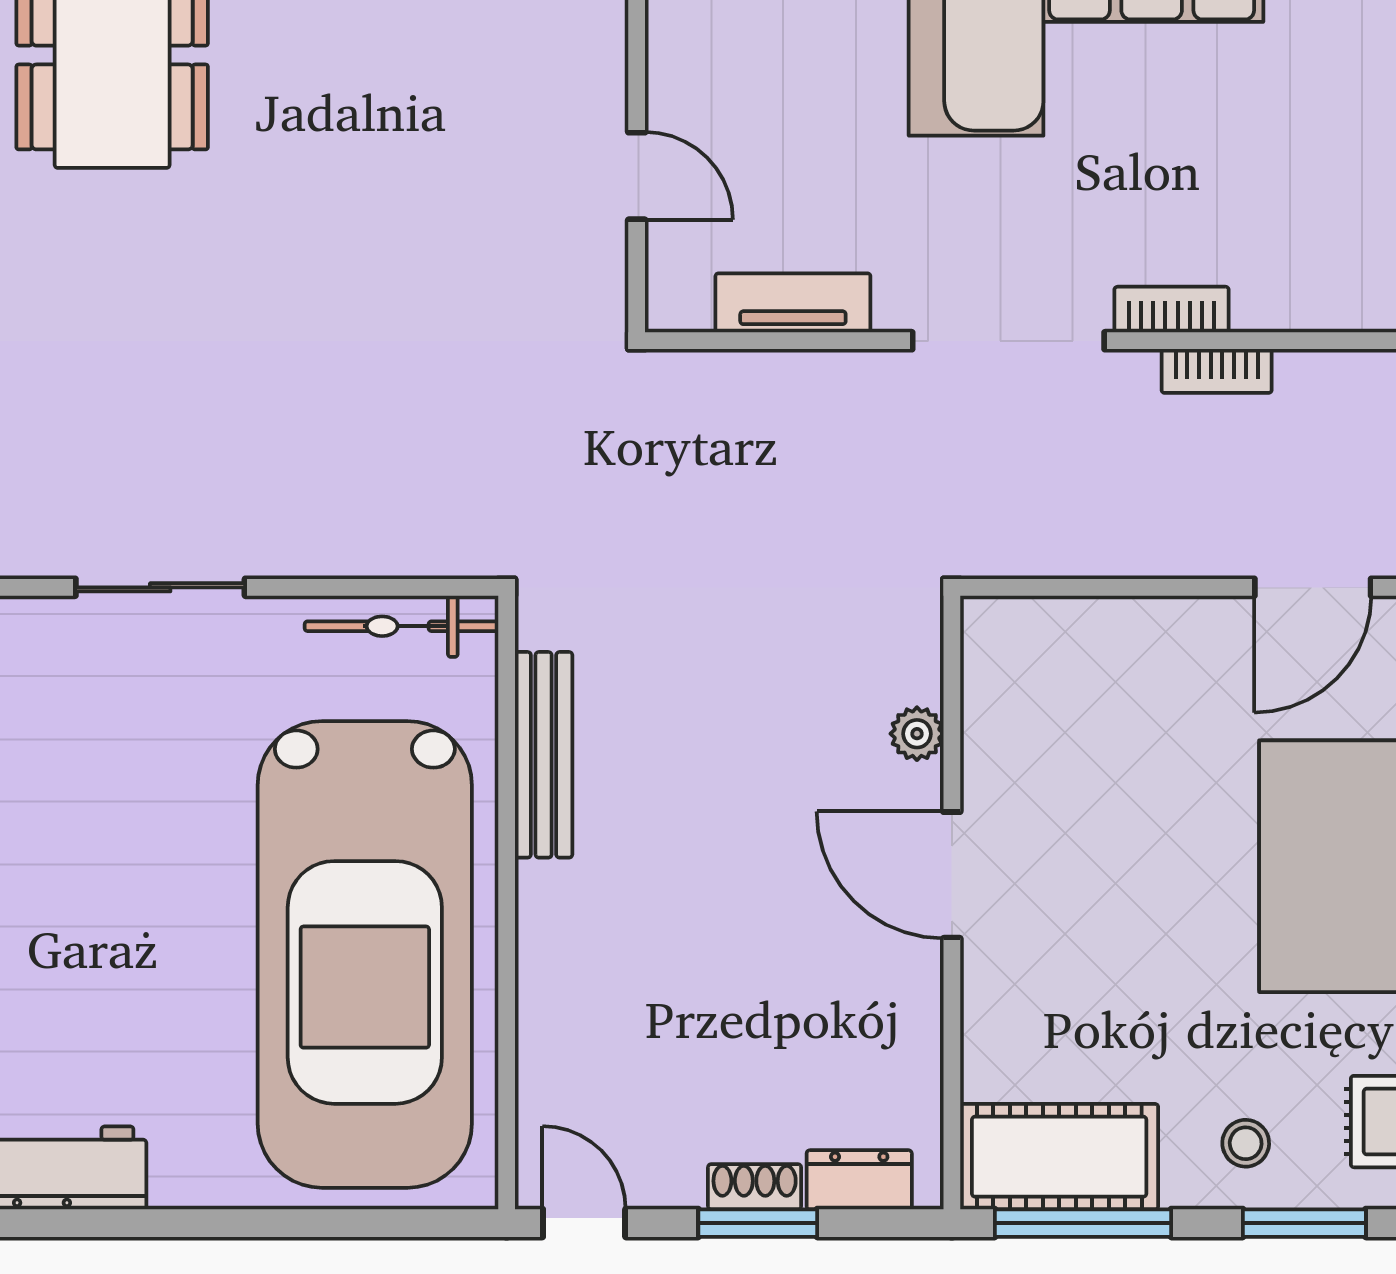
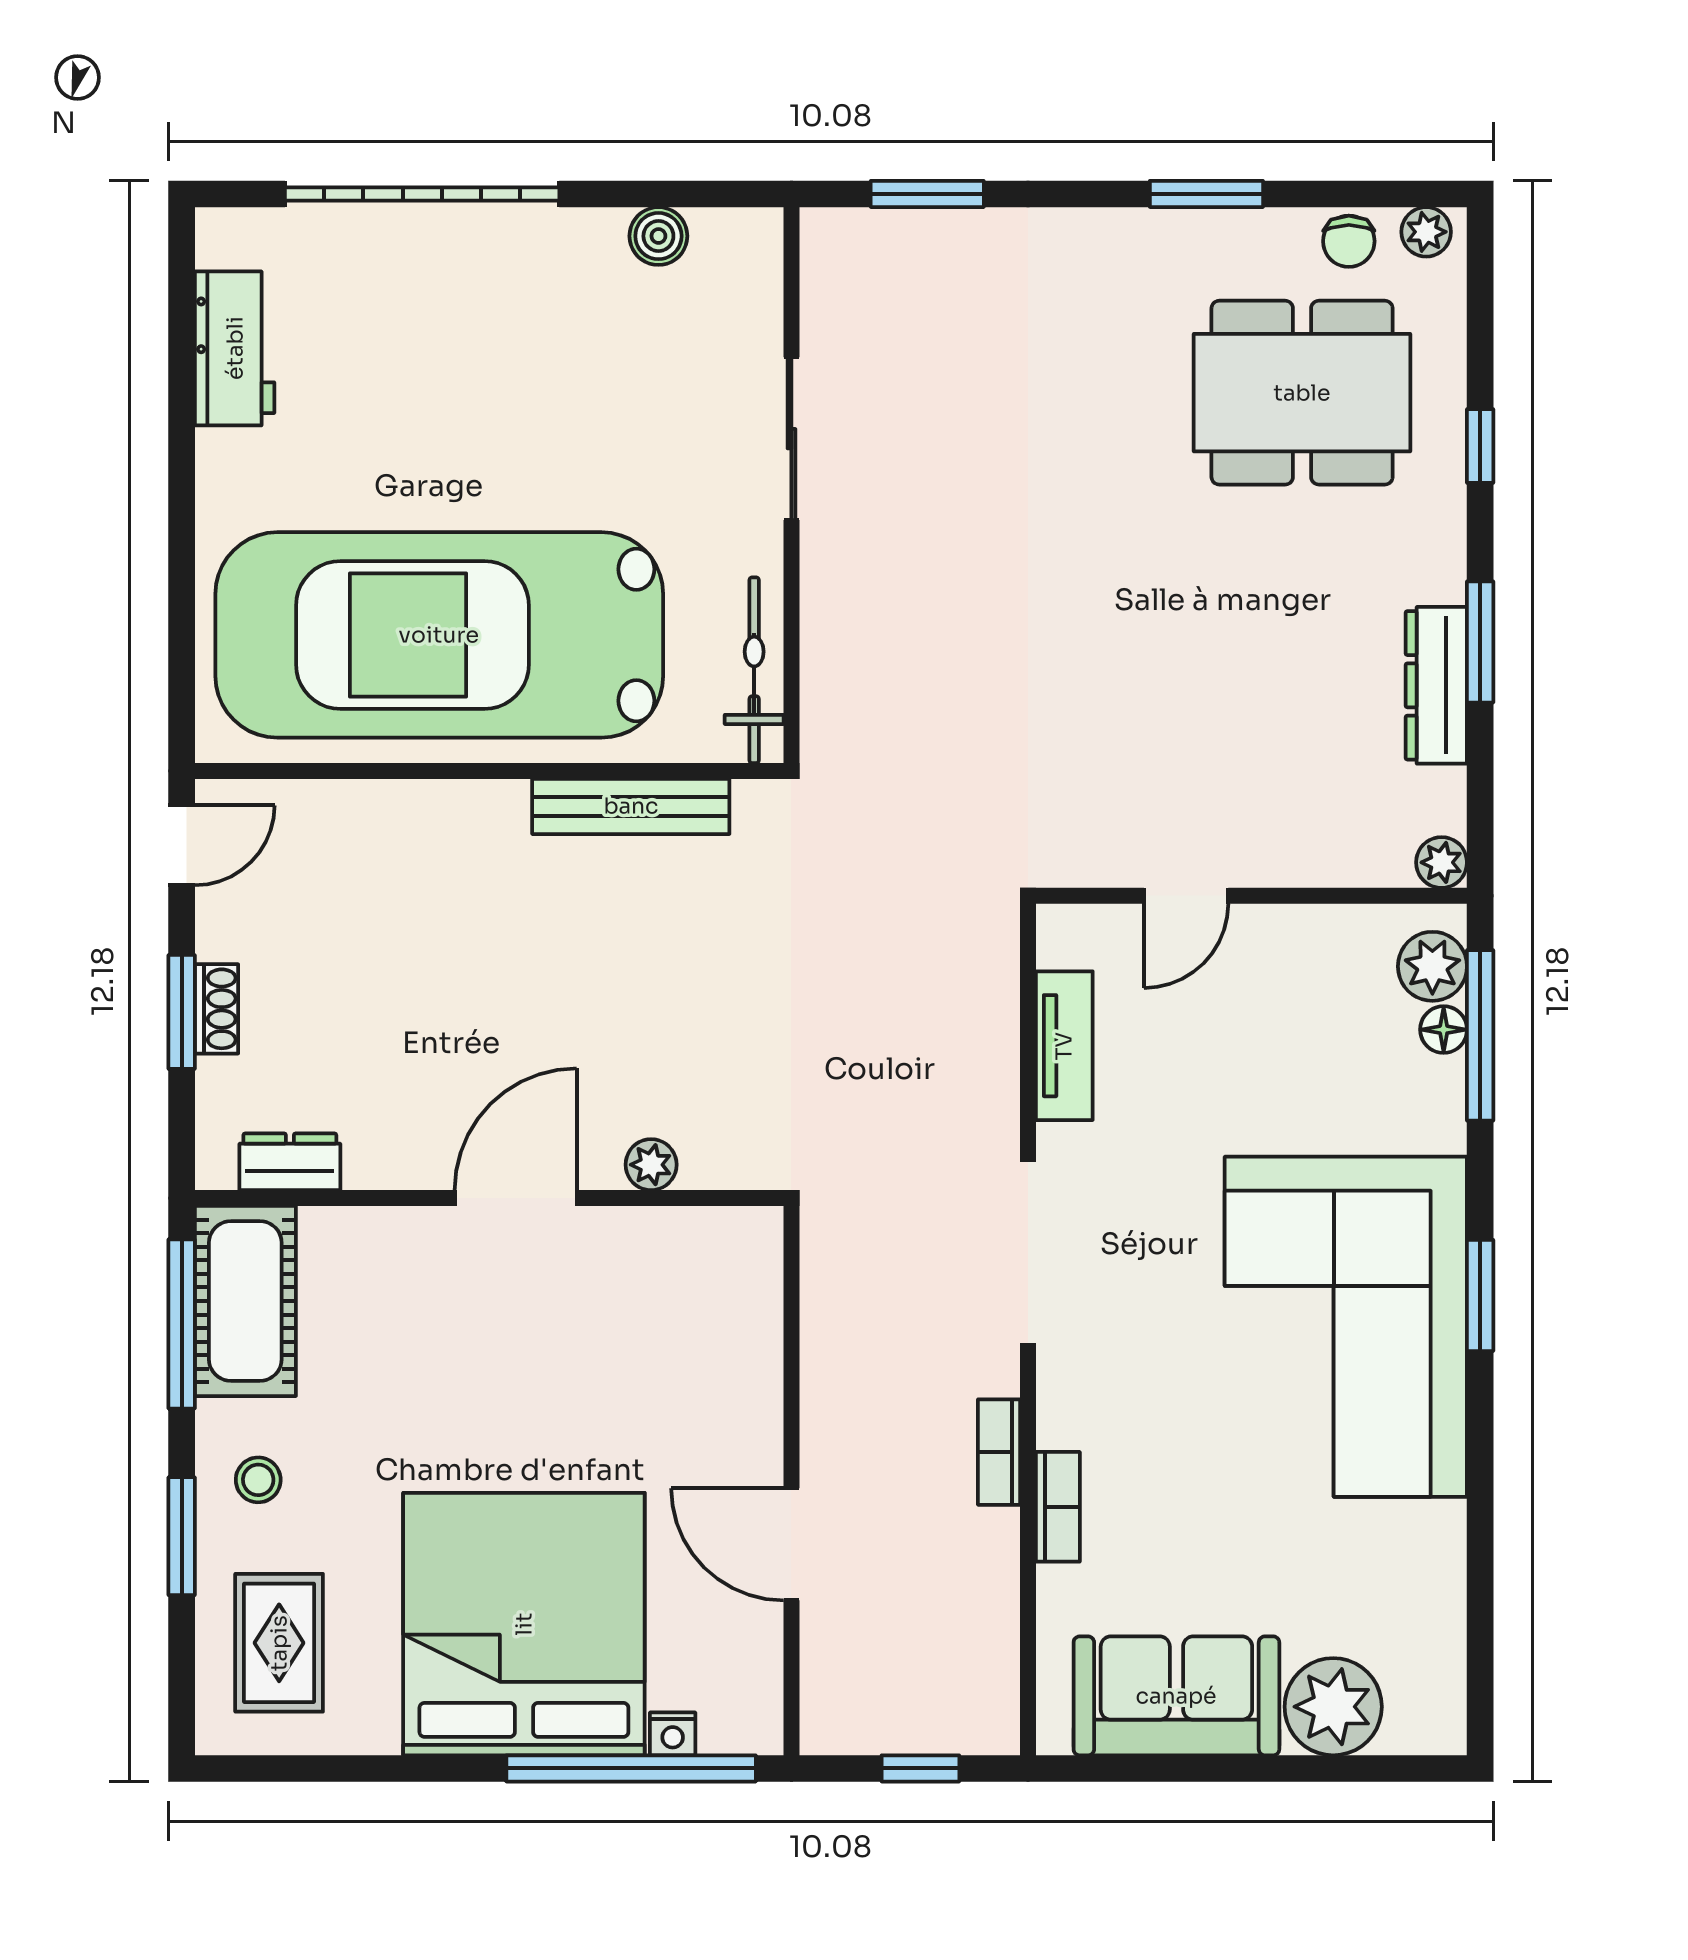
bookcase: (1172, 310) -> (1058, 1507), moved
dresser: (859, 1180) -> (290, 1162), moved, turned -90

